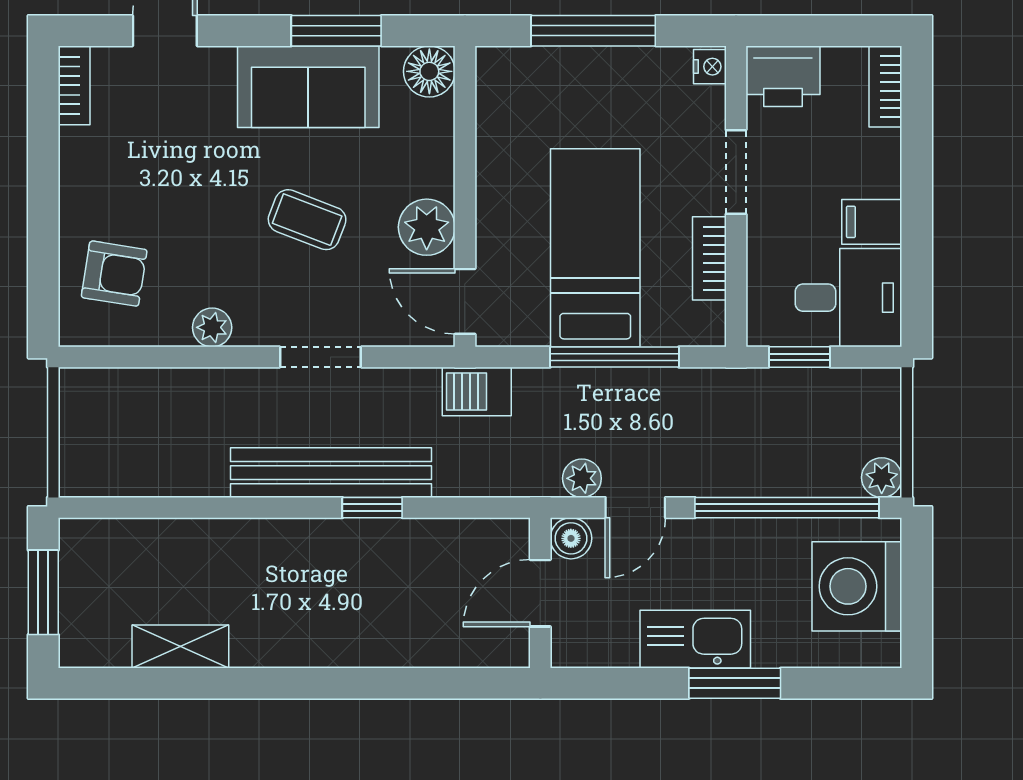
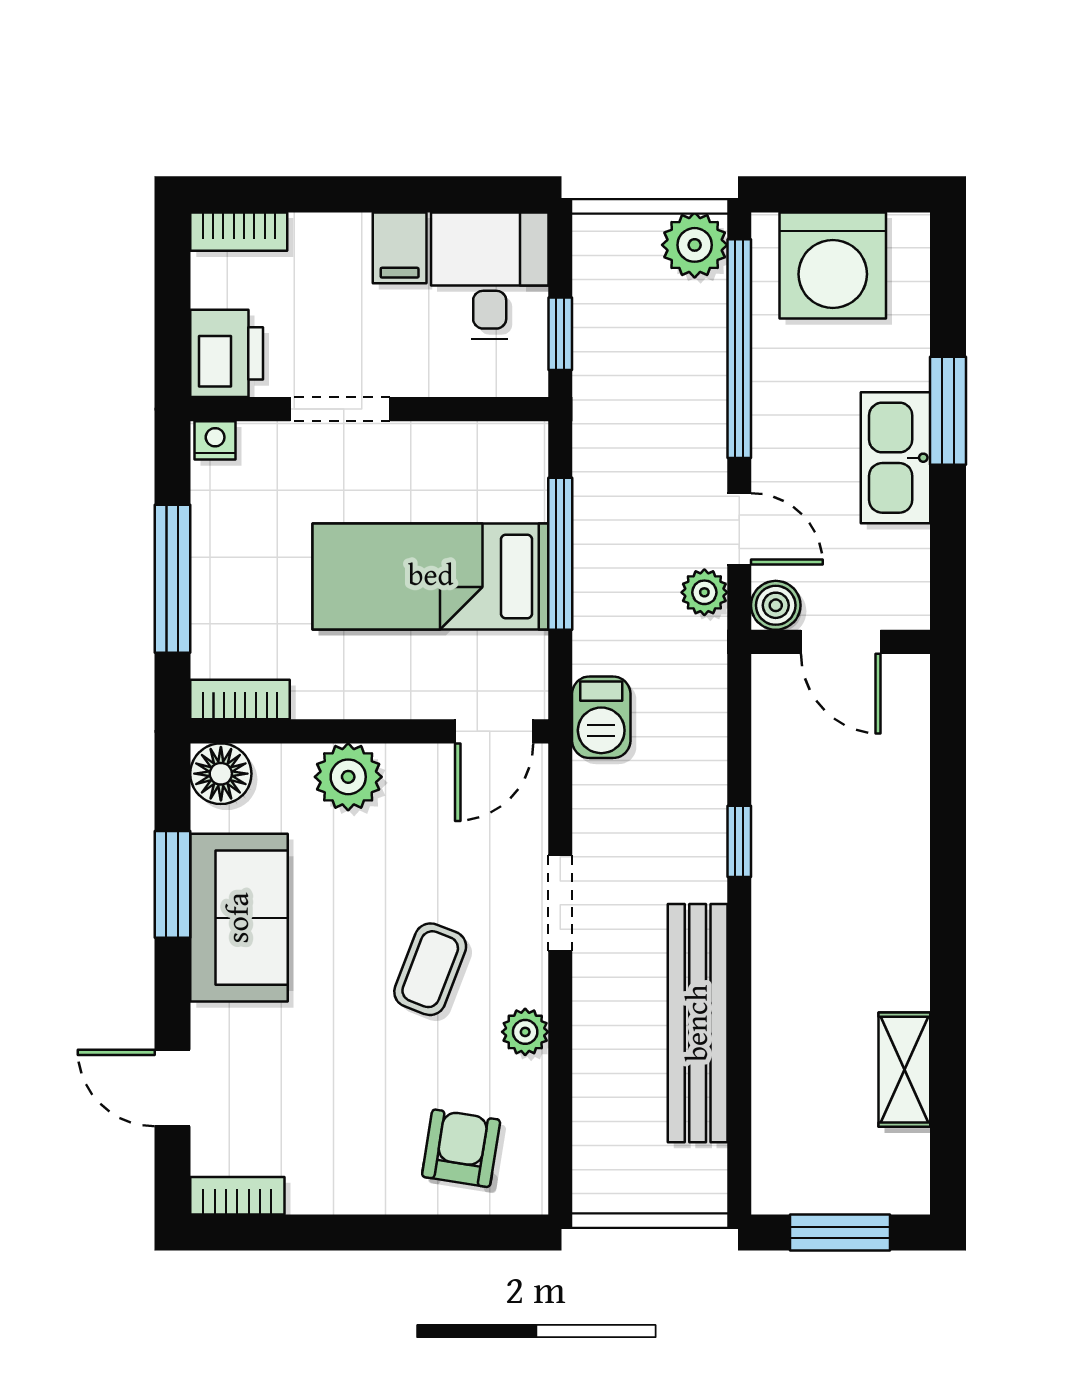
coffee table: (307, 220) -> (430, 969), moved
plant: (427, 227) -> (348, 777), moved
bookcase: (709, 258) -> (240, 700), moved, turned 180
bench: (331, 473) -> (698, 1023), moved
plant: (882, 478) -> (695, 245), width x1.38, depth x1.38

